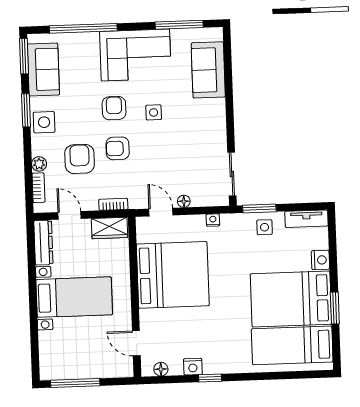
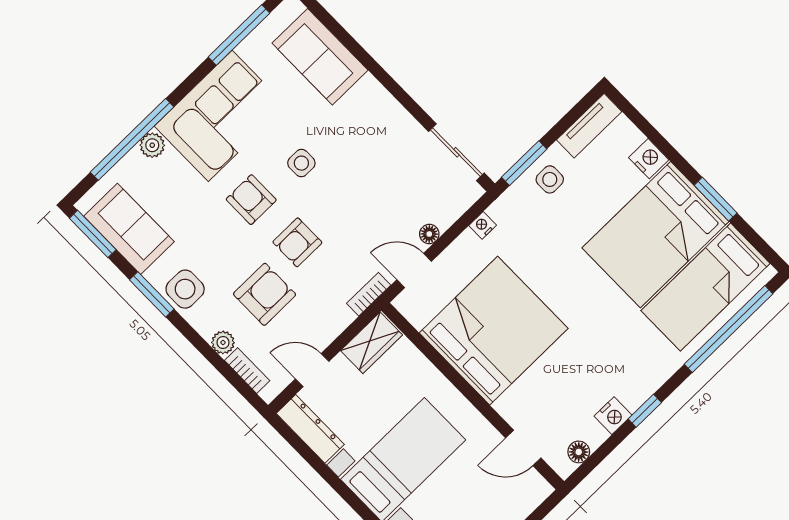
plant: (90, 40) -> (152, 145), added
armchair: (80, 159) -> (265, 294), turned 90
bookcase: (113, 204) -> (369, 294), moved
window: (285, 375) -> (729, 329), added

